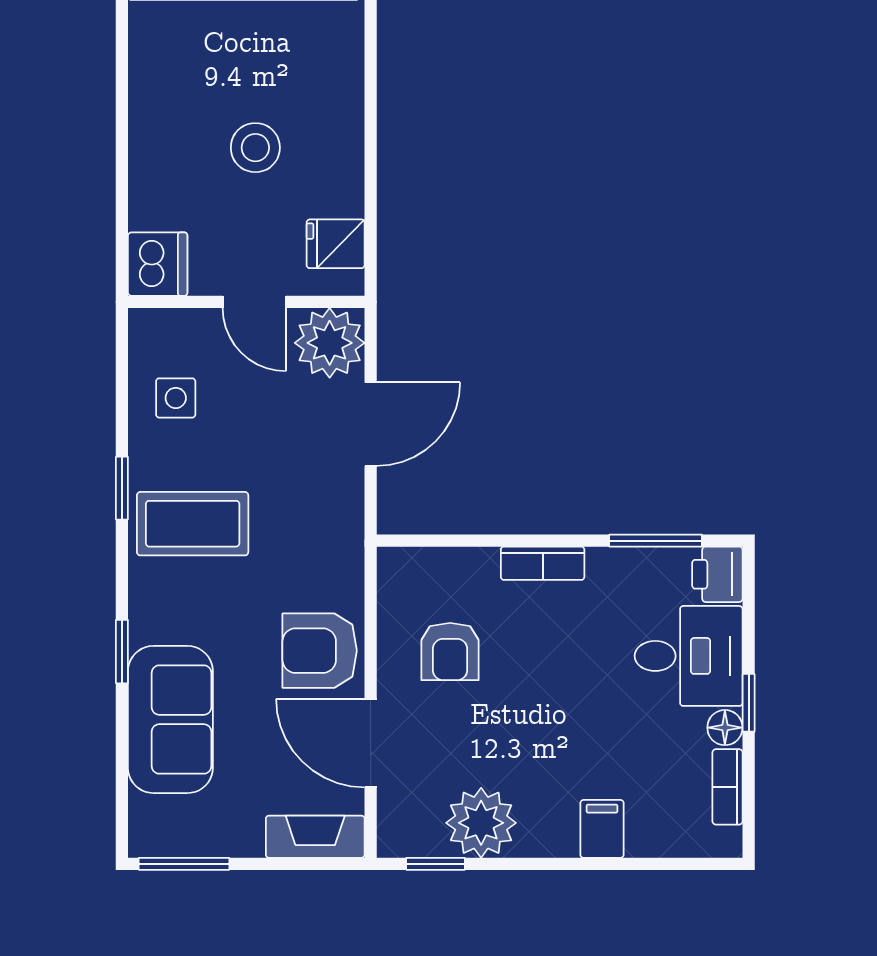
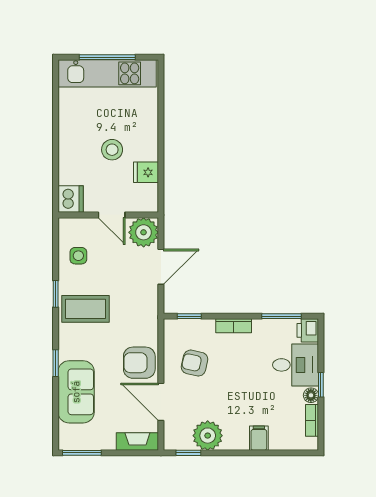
fridge: (336, 244) -> (146, 172), moved
window: (438, 541) -> (189, 316), added
armchair: (450, 651) -> (194, 363), turned 103

